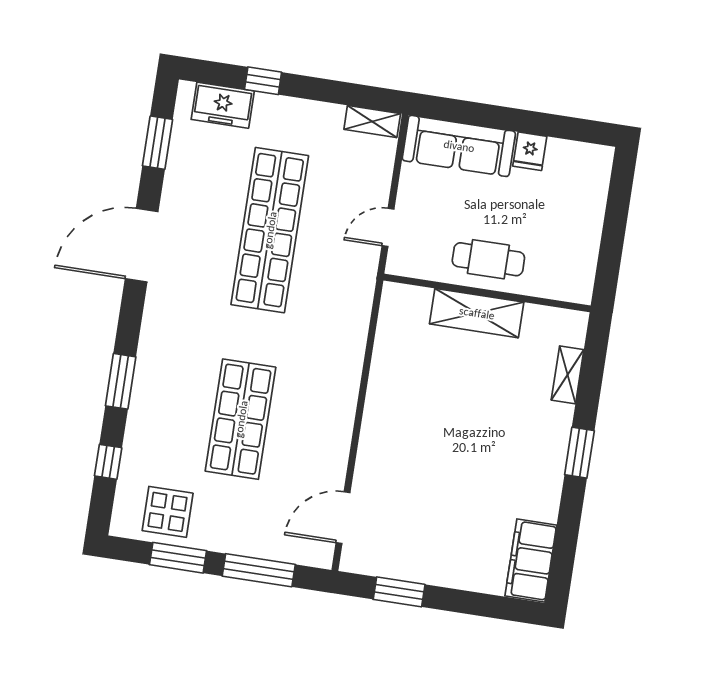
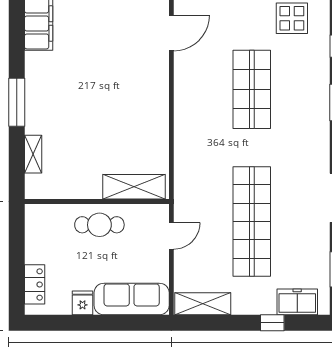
shelving: (372, 121) -> (203, 304), width x1.50, depth x1.33
locker: (594, 188) -> (35, 284), added
shelving: (477, 313) -> (134, 187), moved
window: (579, 453) -> (17, 102), width x1.44

